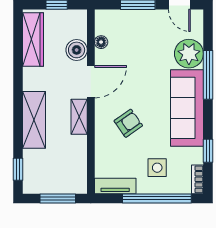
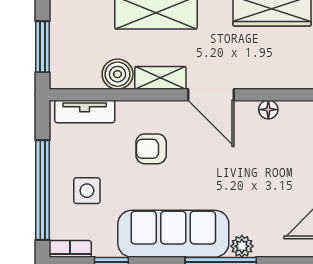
boiler: (77, 50) -> (118, 74), moved
plant: (189, 54) -> (242, 246), width x0.53, depth x0.53
armchair: (128, 123) -> (151, 149), turned 125
tv unit: (115, 186) -> (85, 111), moved, turned 90

